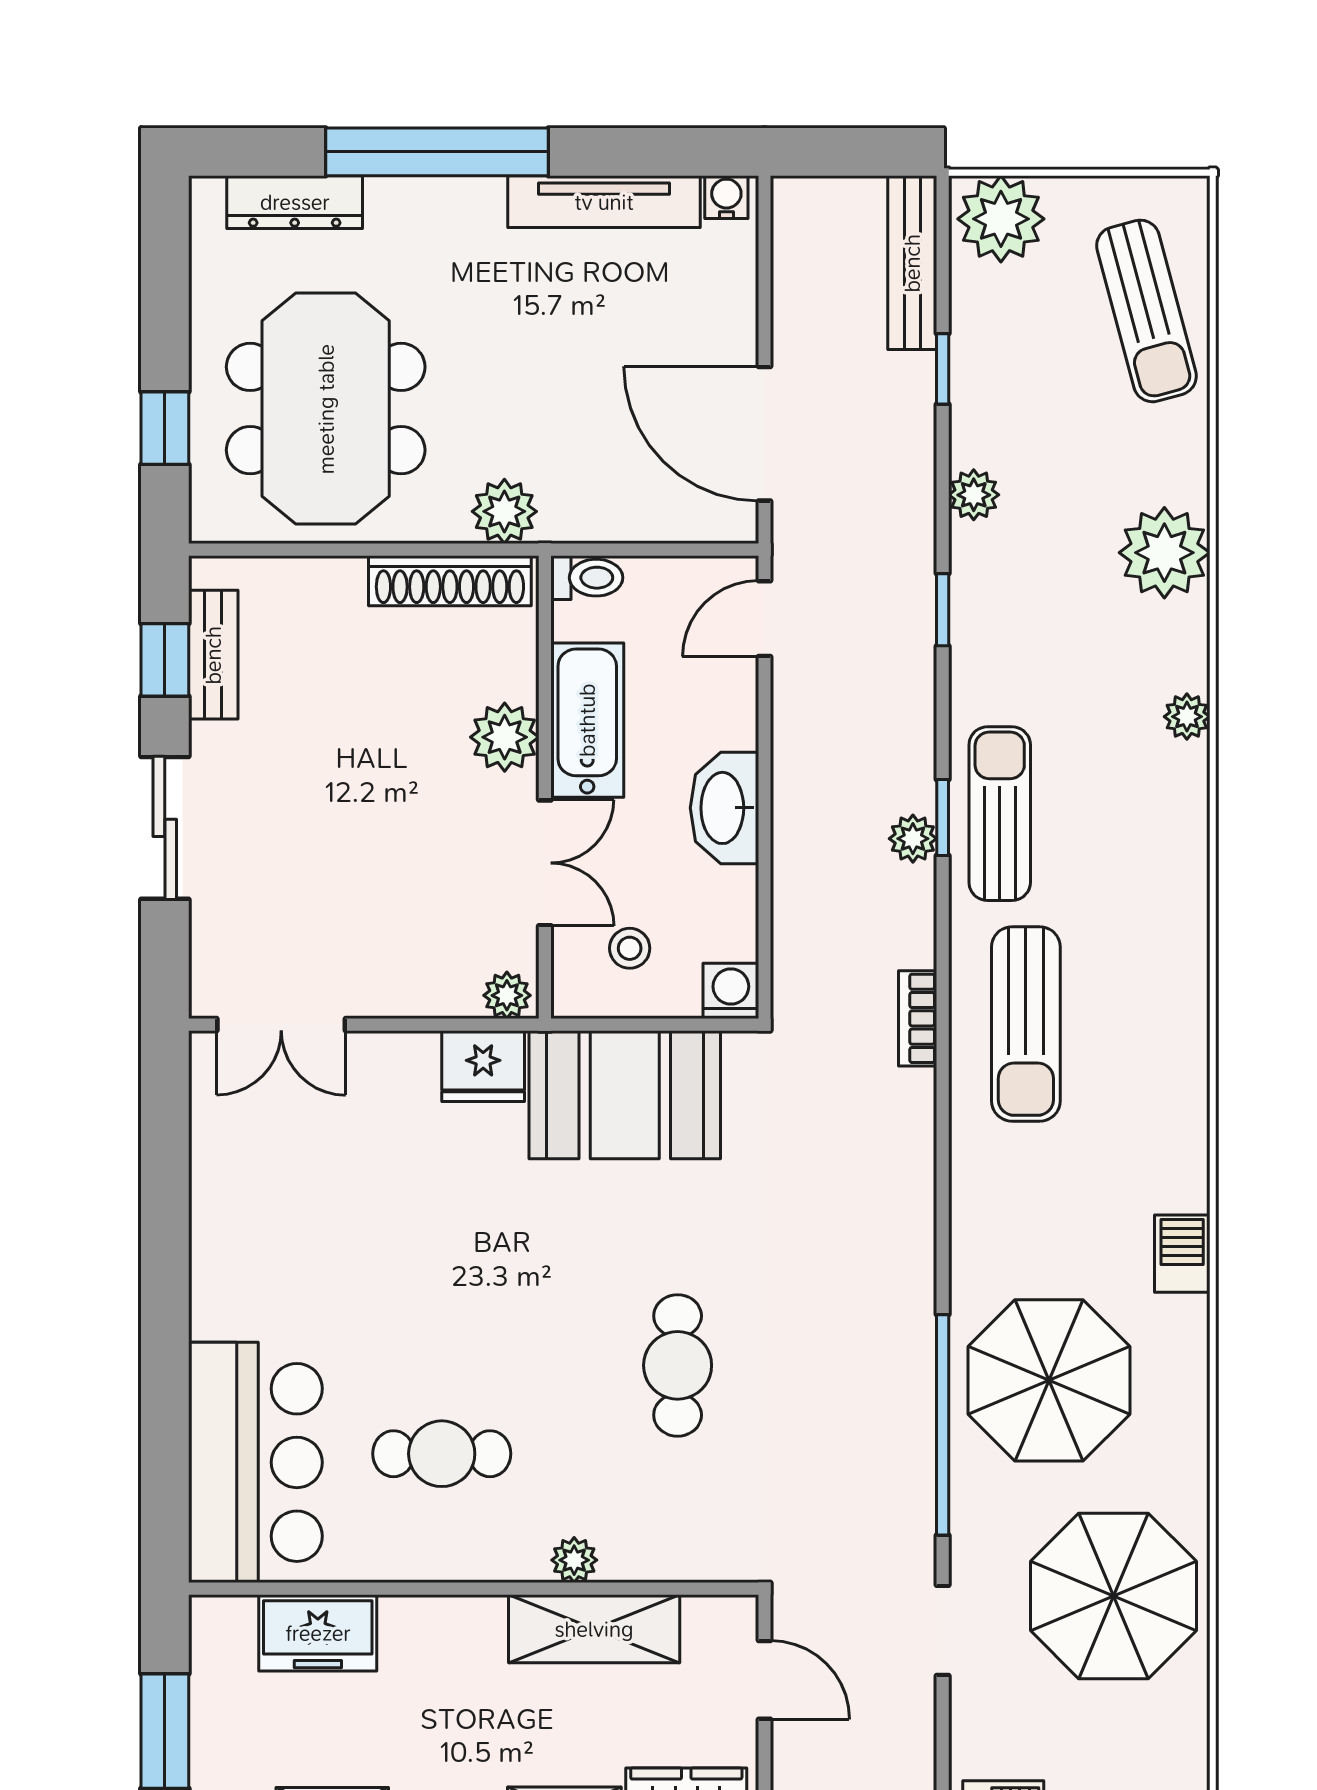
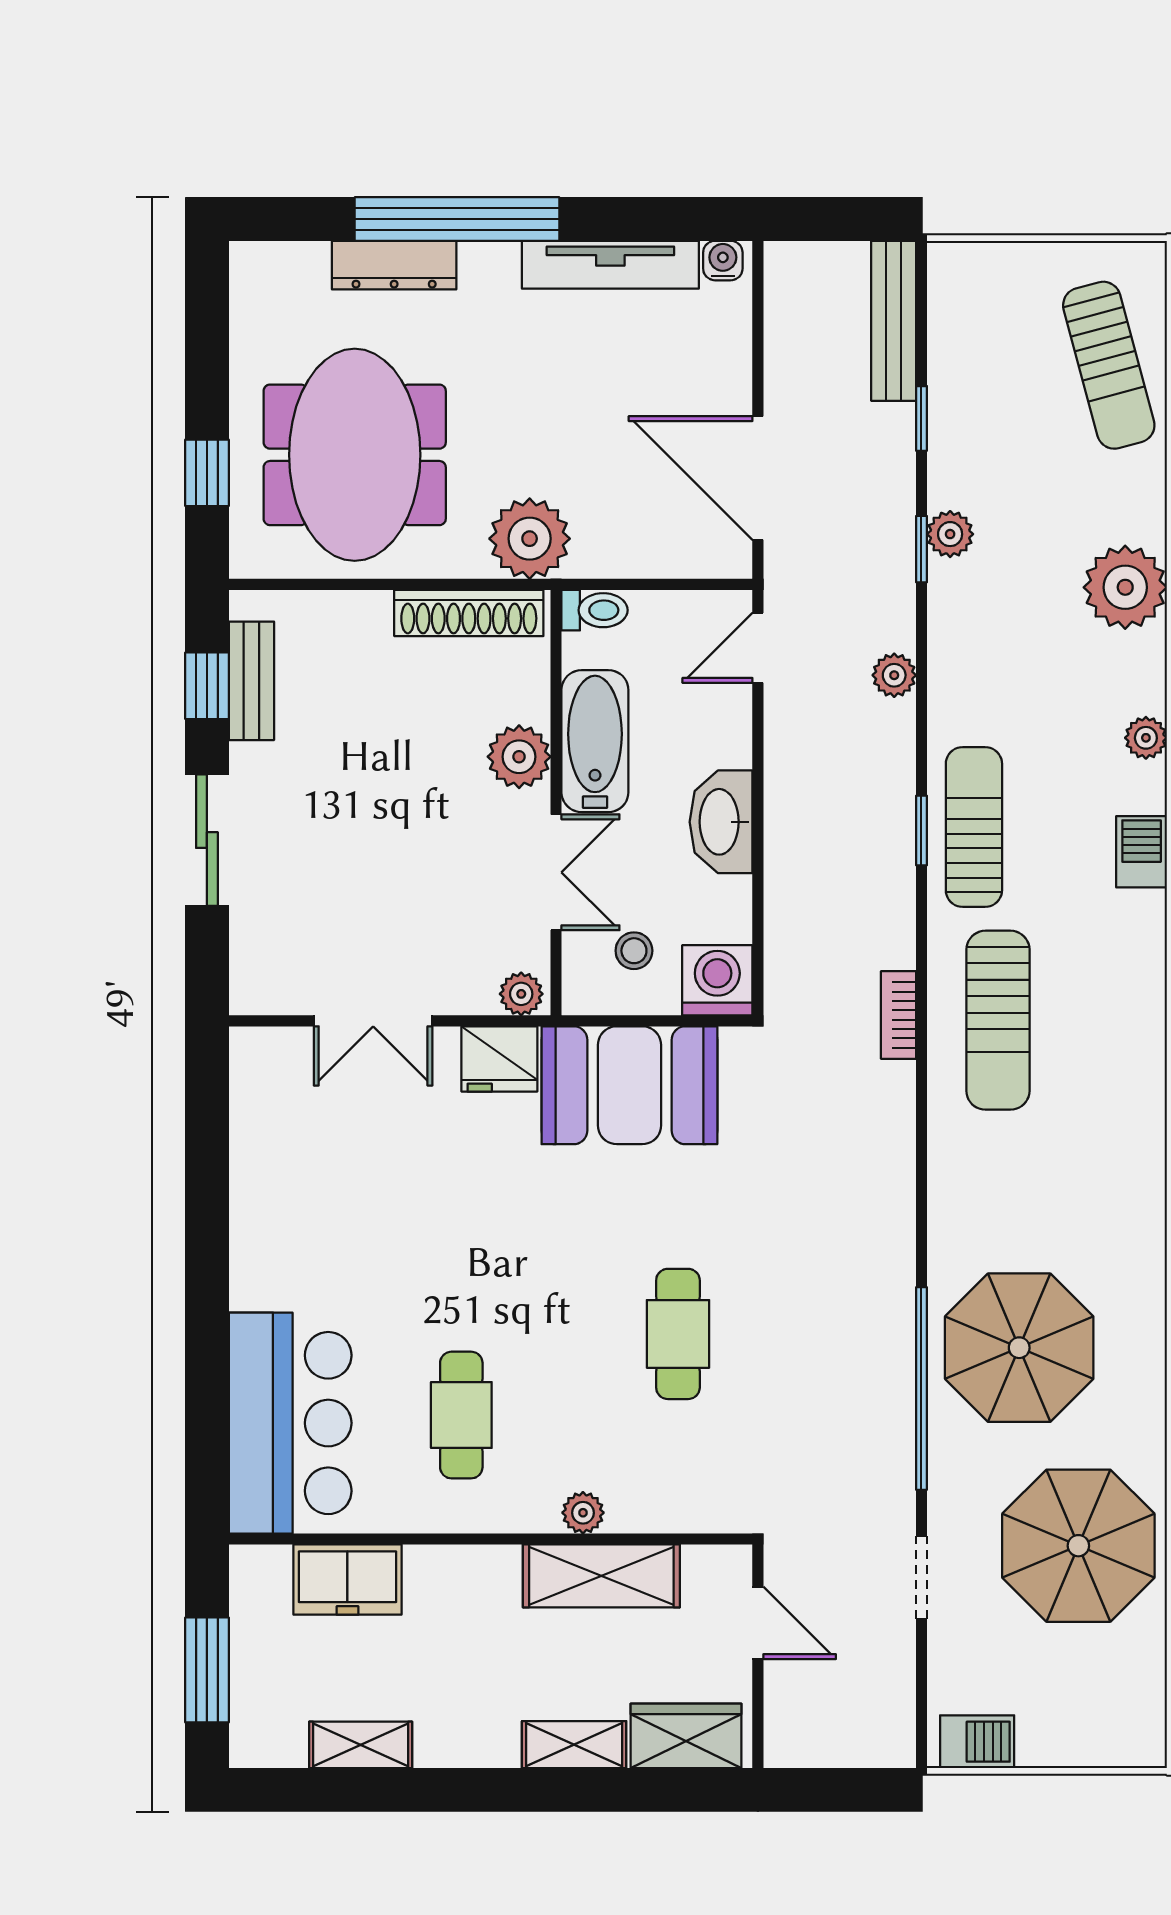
dresser: (295, 202) -> (394, 265), moved
plant: (1001, 219) -> (975, 281), removed
plant: (504, 511) -> (530, 539), width x1.36, depth x1.36
window: (943, 610) -> (921, 549), moved
plant: (913, 839) -> (894, 675), moved
washing machine: (731, 991) -> (717, 980), width x1.38, depth x1.38
double door: (281, 1025) -> (373, 1021), moved
barbecue: (1182, 1254) -> (1142, 852), moved
cafe table: (442, 1454) -> (461, 1415), turned 90

